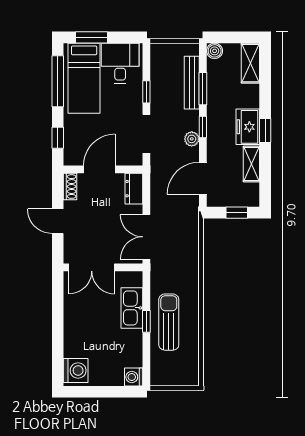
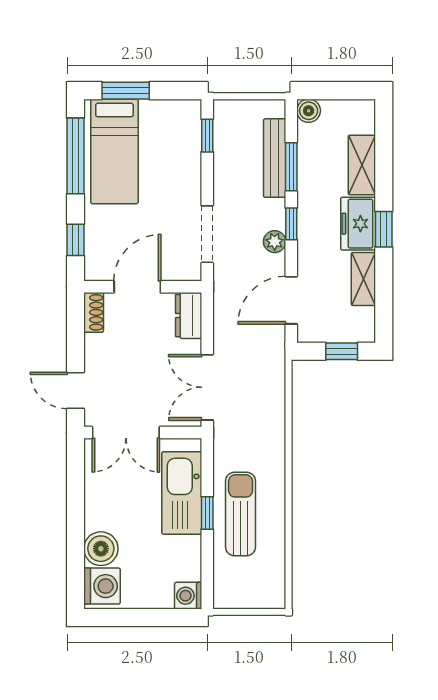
desk: (120, 63) -> (168, 129), removed
shelving: (250, 63) -> (362, 165), moved
window: (146, 92) -> (207, 136), moved
door: (58, 221) -> (75, 390), moved
kitchen sink: (132, 308) -> (182, 493), width x1.36, depth x1.24
boiler: (75, 345) -> (101, 549), added

